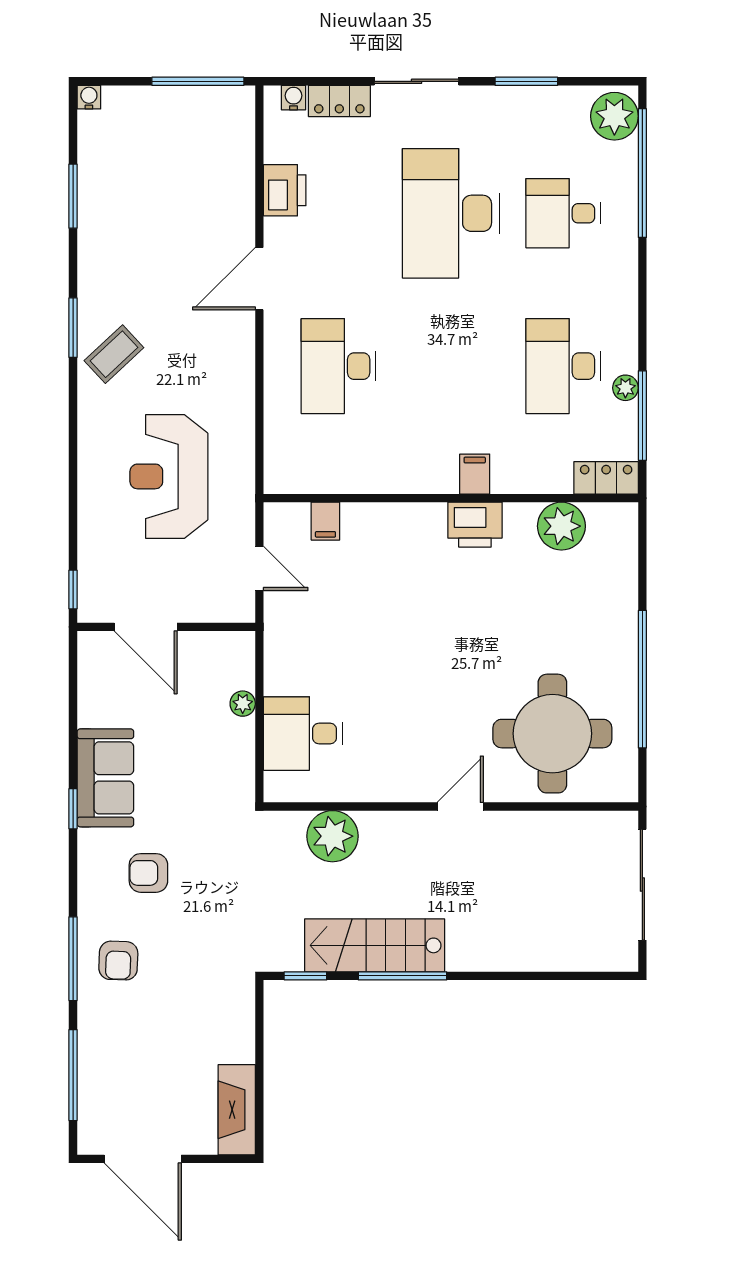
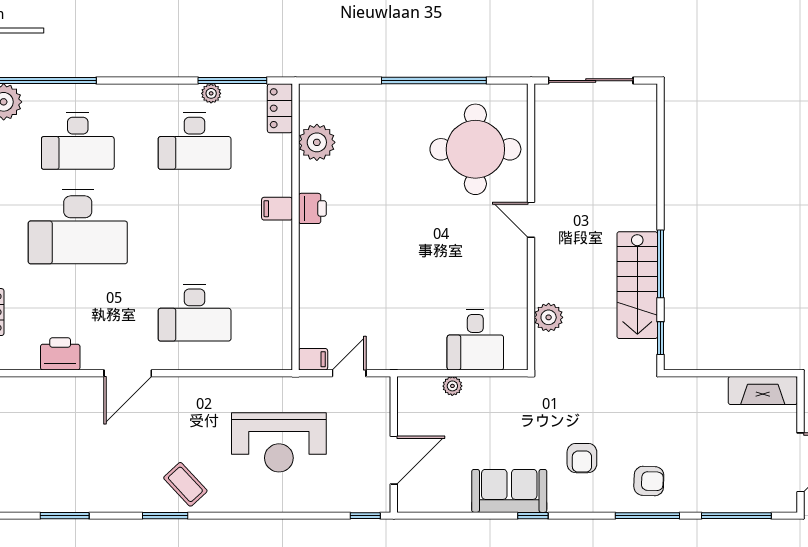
desk: (563, 213) -> (78, 141), width x1.37
door: (259, 279) -> (128, 373), hinge flipped
filing cabinet: (325, 521) -> (313, 359), moved
printer: (475, 525) -> (312, 208), width x0.73, depth x0.81
plant: (332, 836) -> (549, 317), width x0.73, depth x0.73

